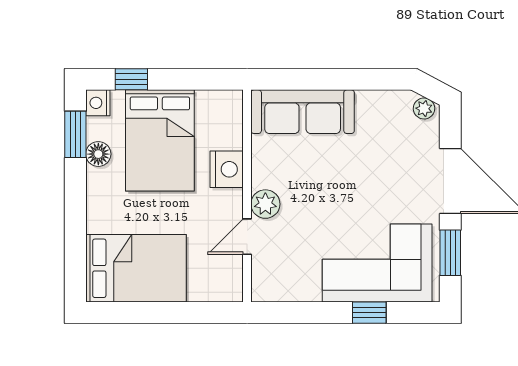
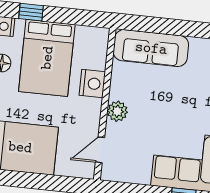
door: (247, 237) -> (100, 150), moved

